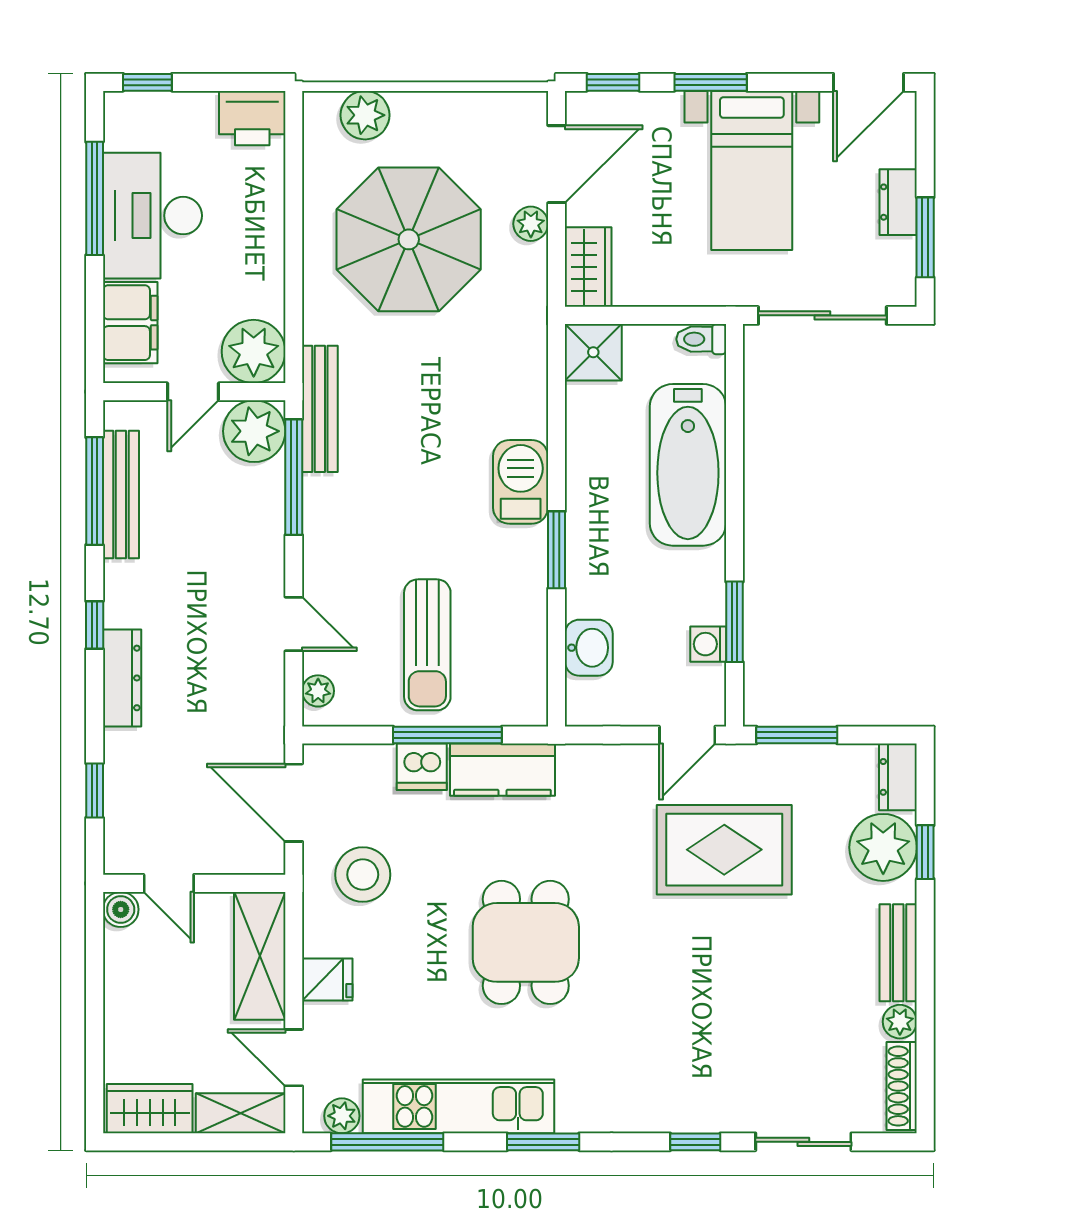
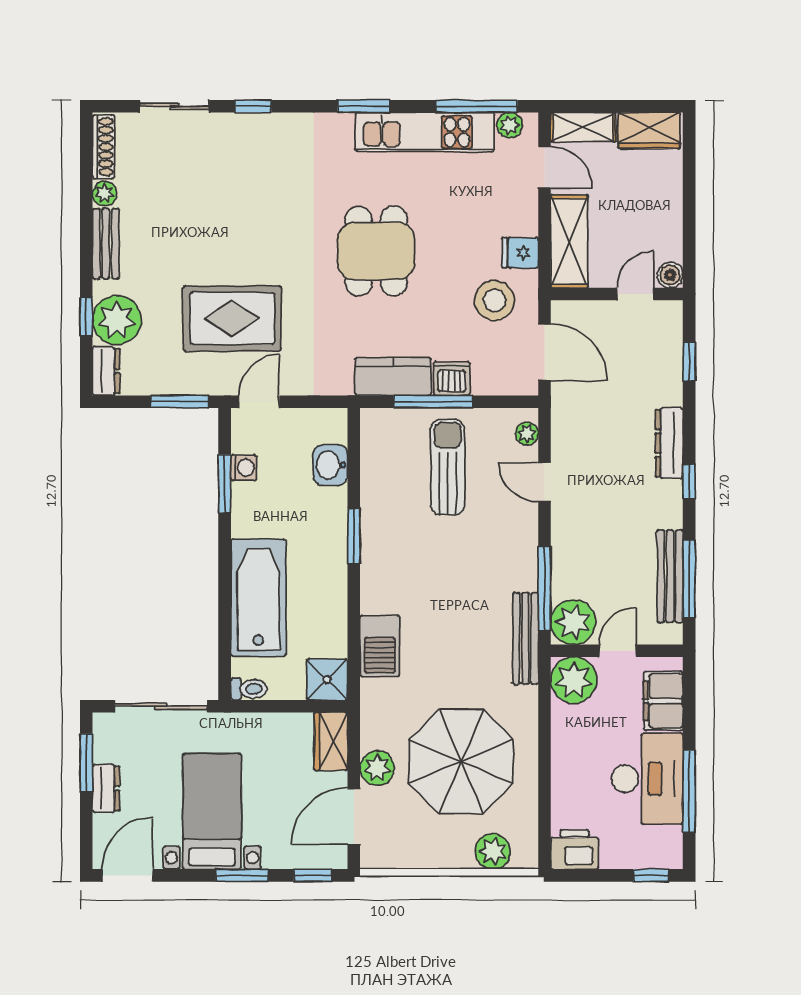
plant: (531, 224) -> (377, 768), width x1.38, depth x1.38
barbecue: (521, 482) -> (380, 646), moved
door: (169, 883) -> (635, 294), hinge flipped
fridge: (327, 980) -> (520, 253), moved

